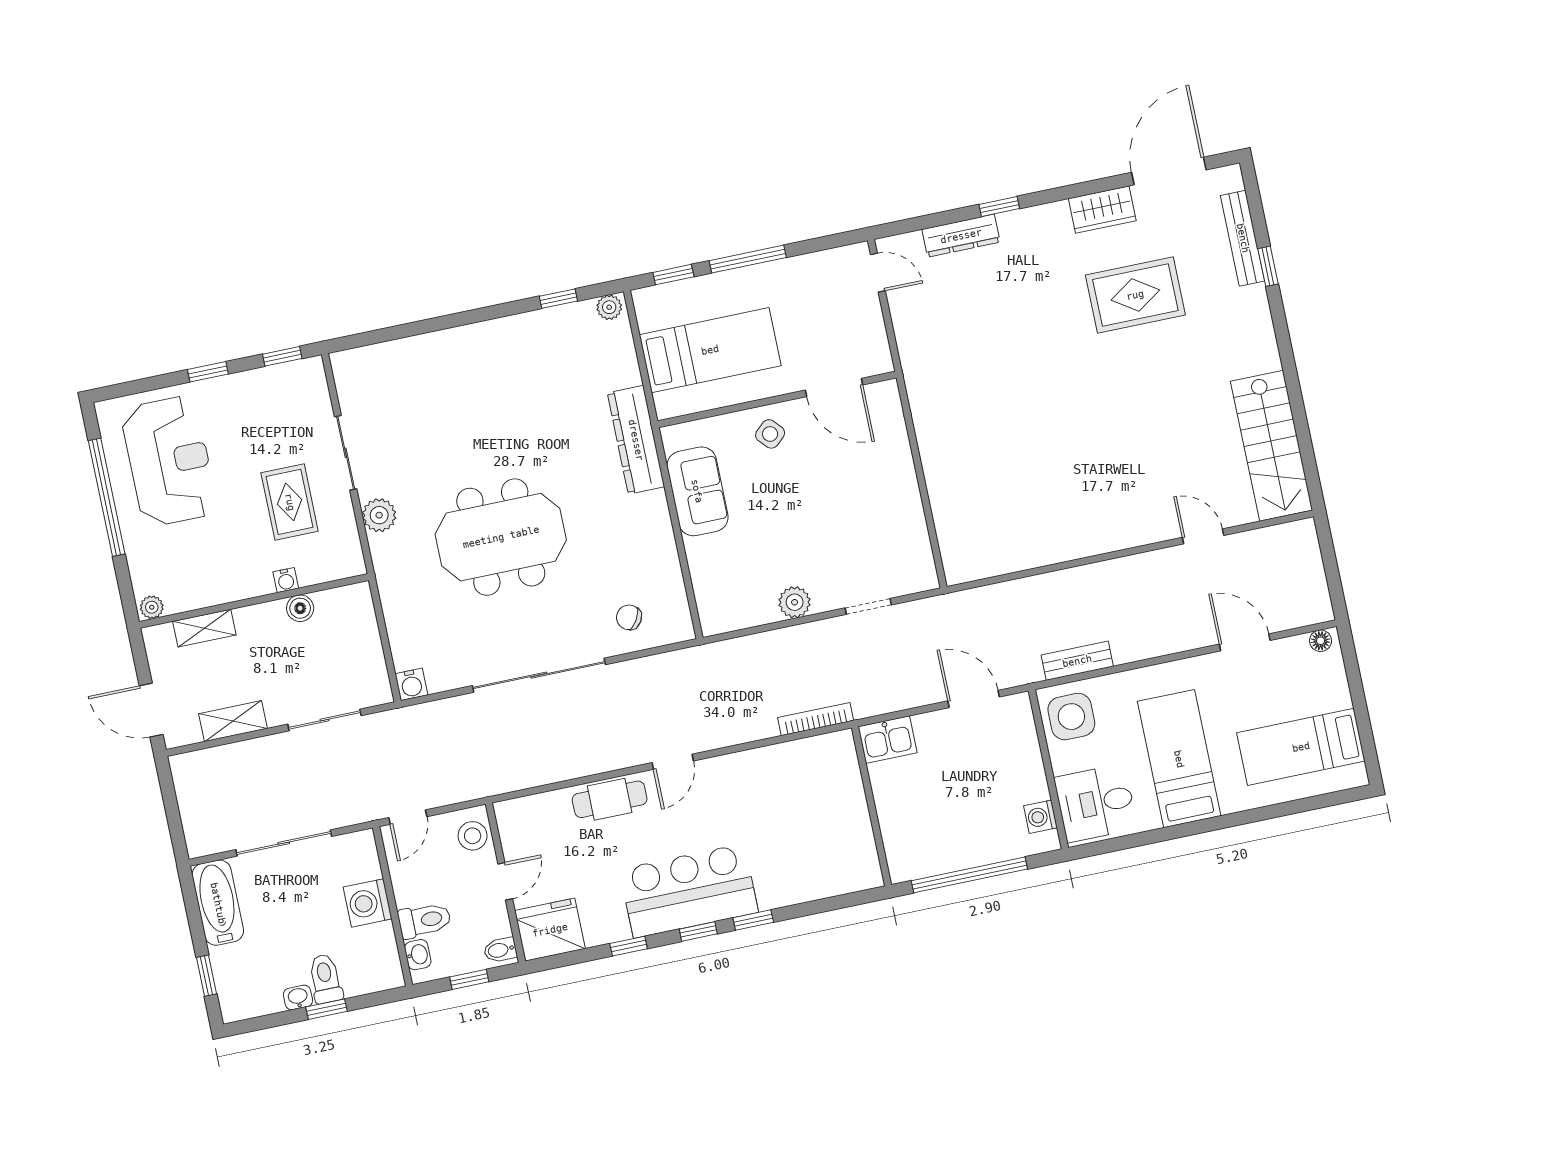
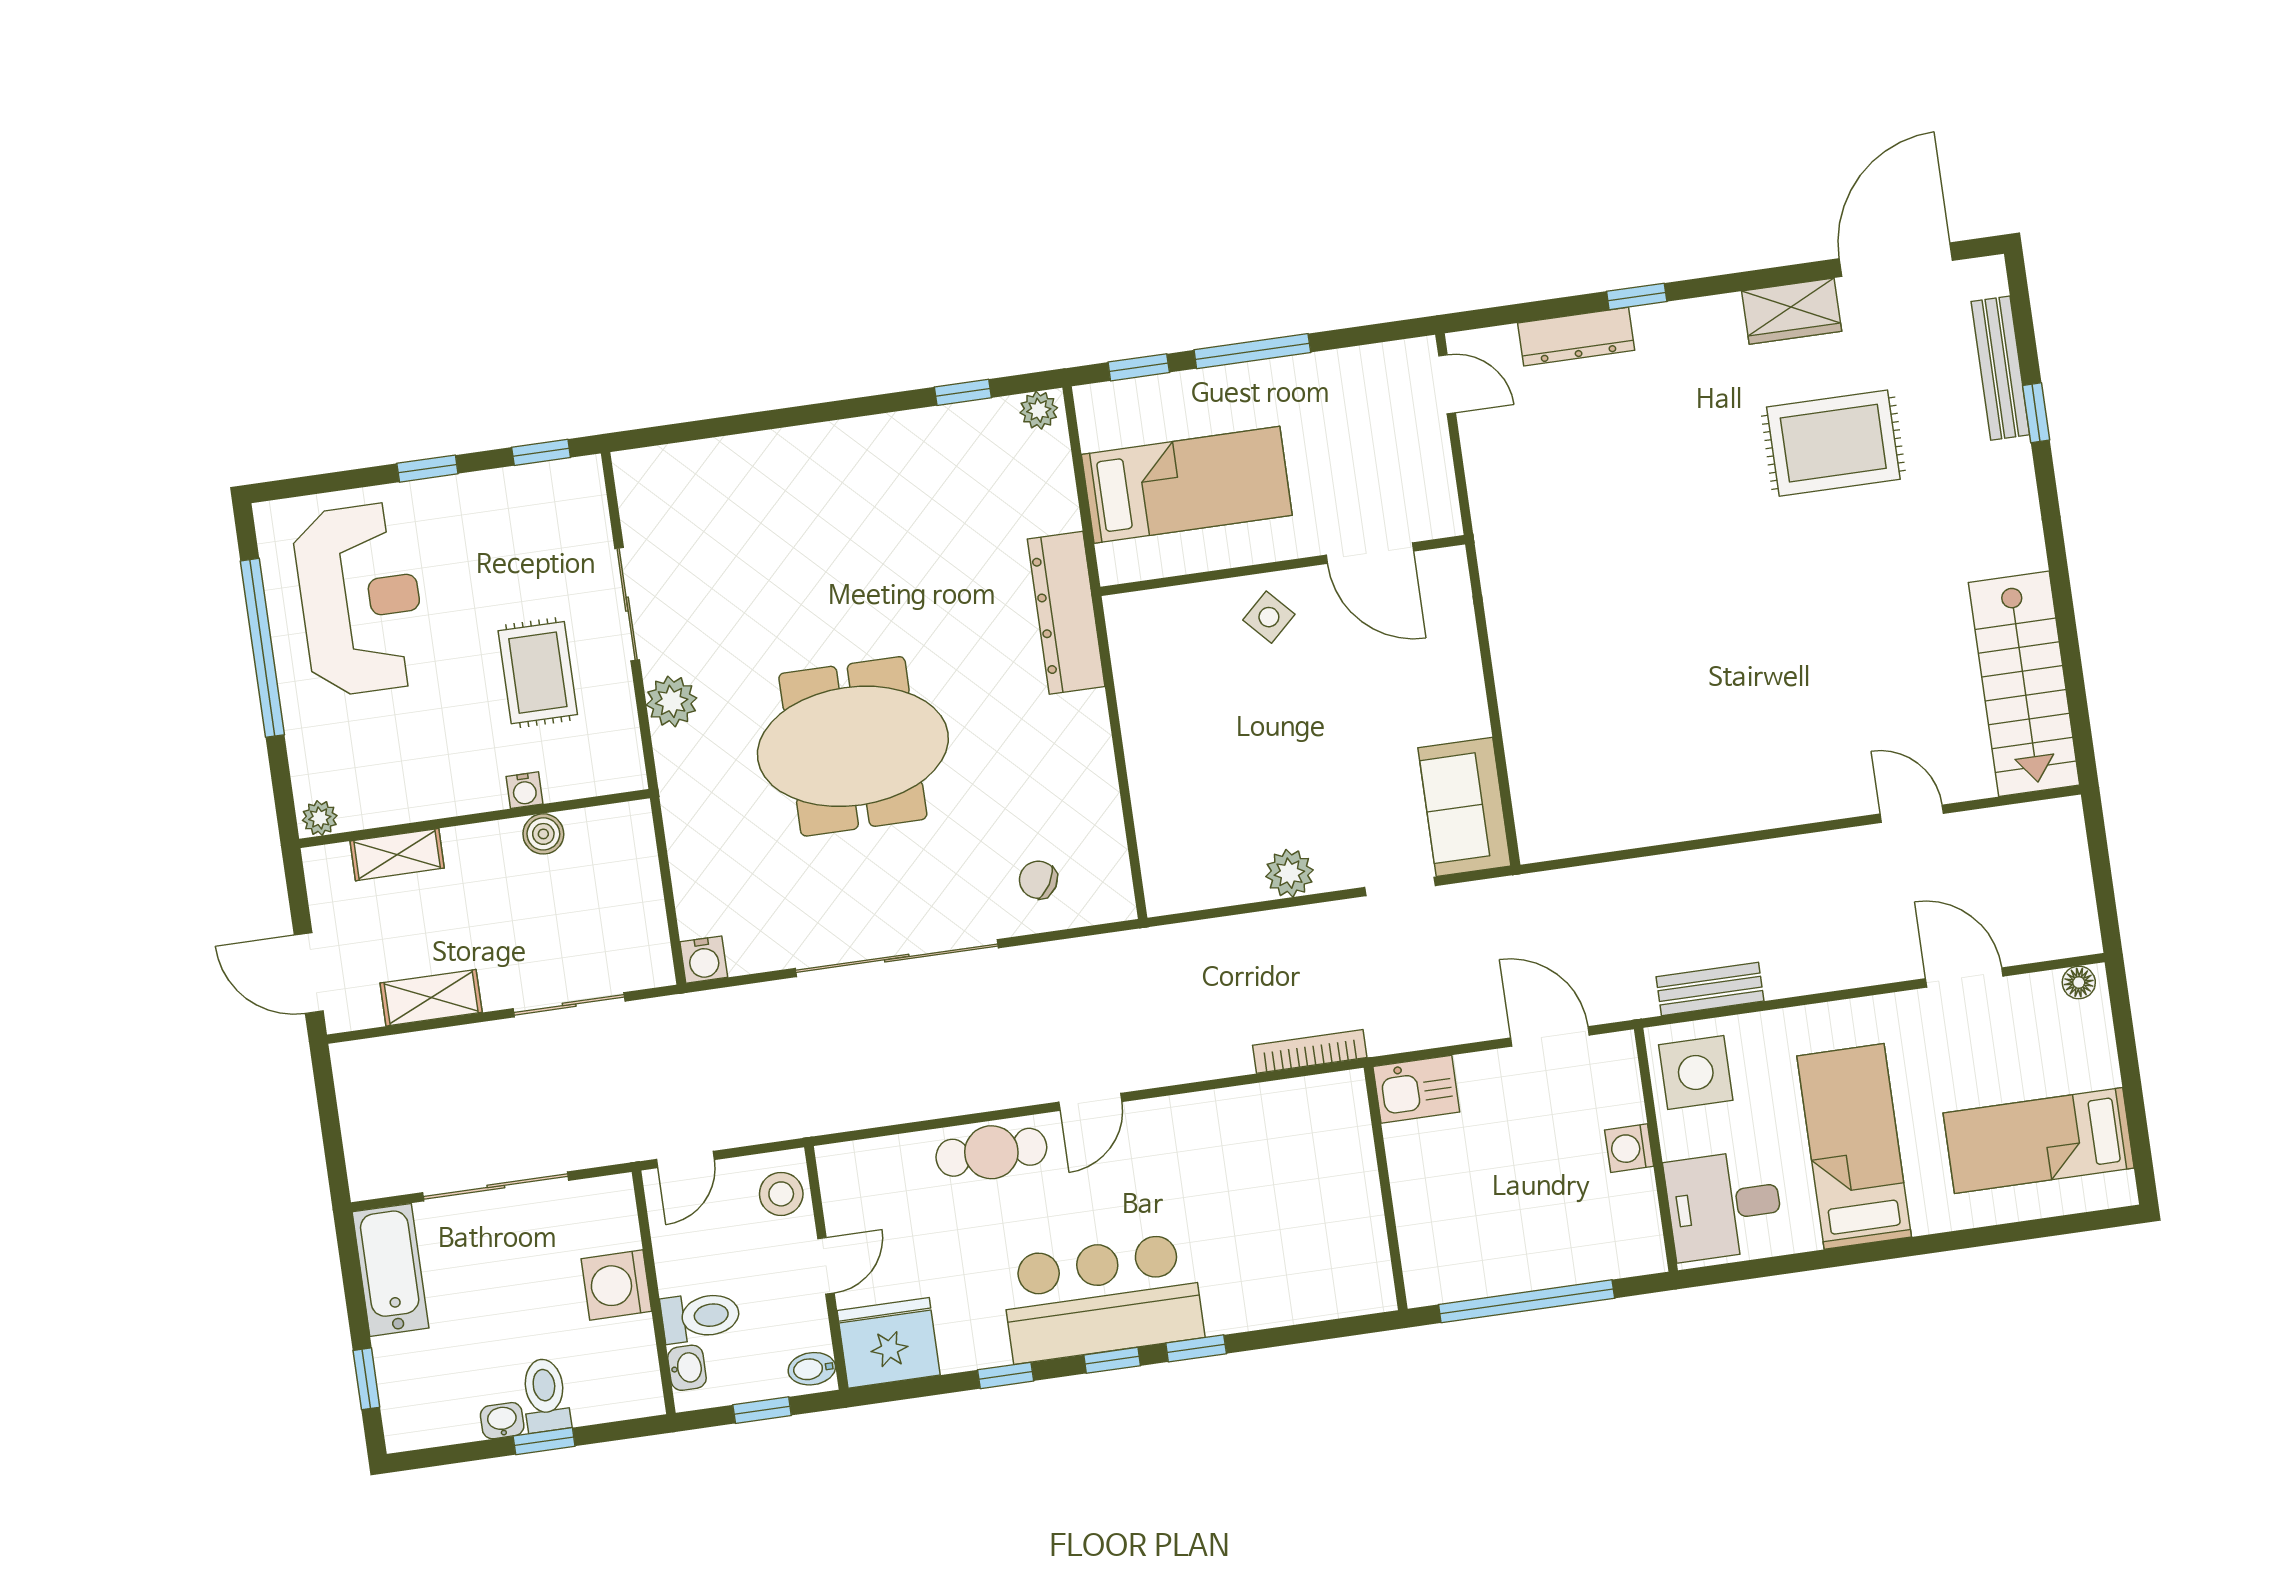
sofa: (697, 491) -> (1464, 807), moved, turned 180
washing machine: (1041, 817) -> (1629, 1148), moved

